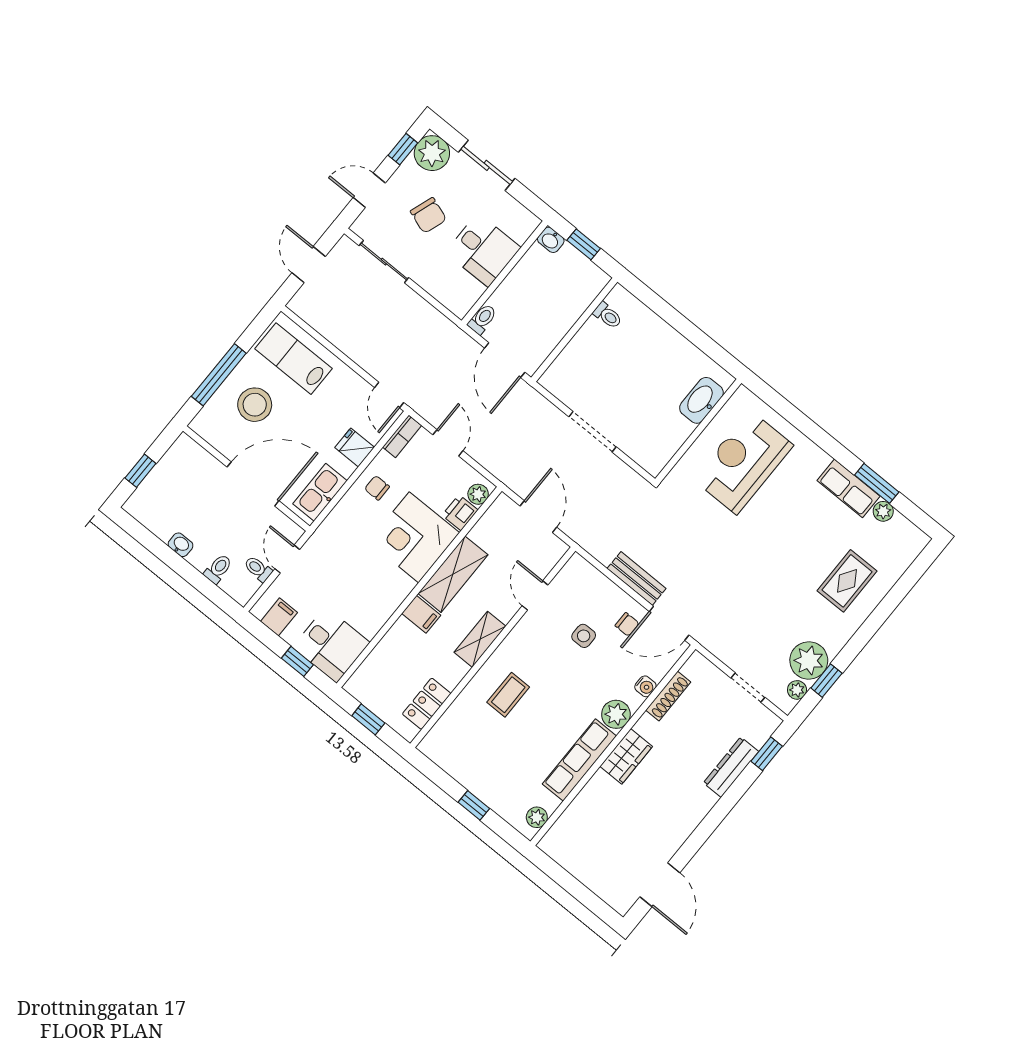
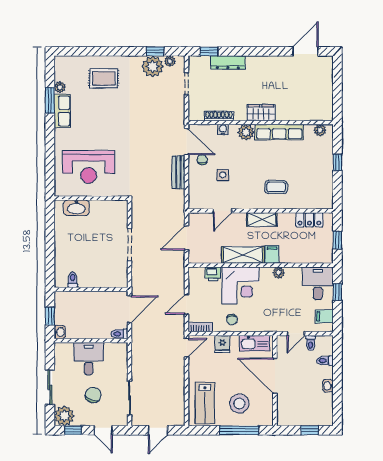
plant: (478, 494) -> (279, 273), moved

